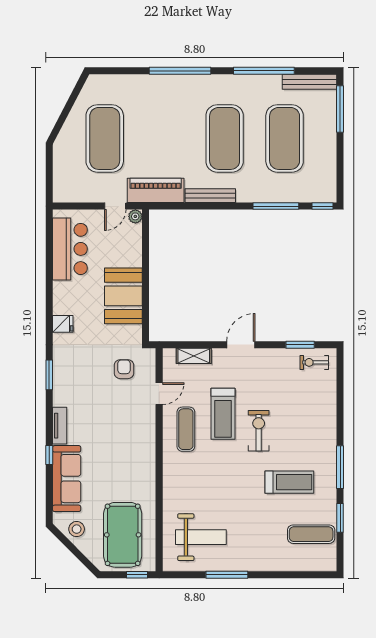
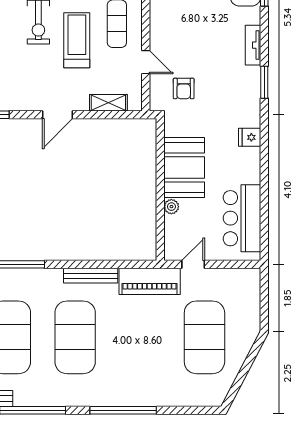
plant: (135, 216) -> (171, 207), moved
door: (159, 394) -> (146, 62), swing flipped
tv unit: (60, 426) -> (253, 45), moved

